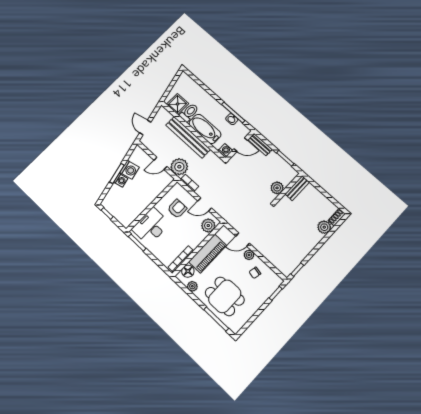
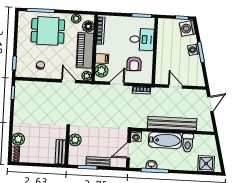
shower: (178, 104) -> (206, 164), moved
door: (145, 127) -> (210, 104), hinge flipped
bench: (260, 144) -> (98, 162), moved
door: (160, 163) -> (175, 87), hinge flipped
plant: (179, 167) -> (159, 96), removed
washing machine: (129, 170) -> (188, 28), moved
desk: (151, 226) -> (142, 39), width x0.73
filing cabinet: (199, 235) -> (102, 59), added
door: (243, 240) -> (69, 81), hinge flipped
plant: (249, 255) -> (87, 76), moved

